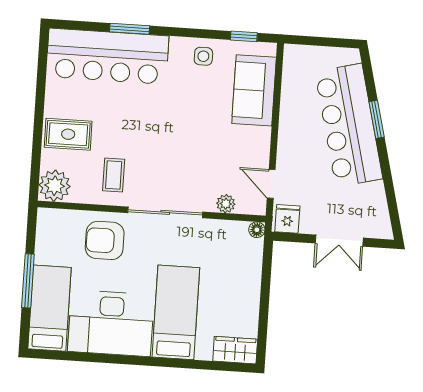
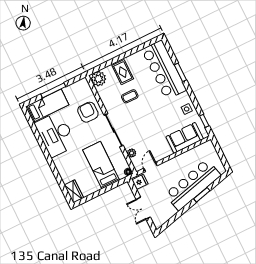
coffee table: (114, 175) -> (130, 96), moved
bed: (176, 312) -> (101, 165), moved, turned -90

